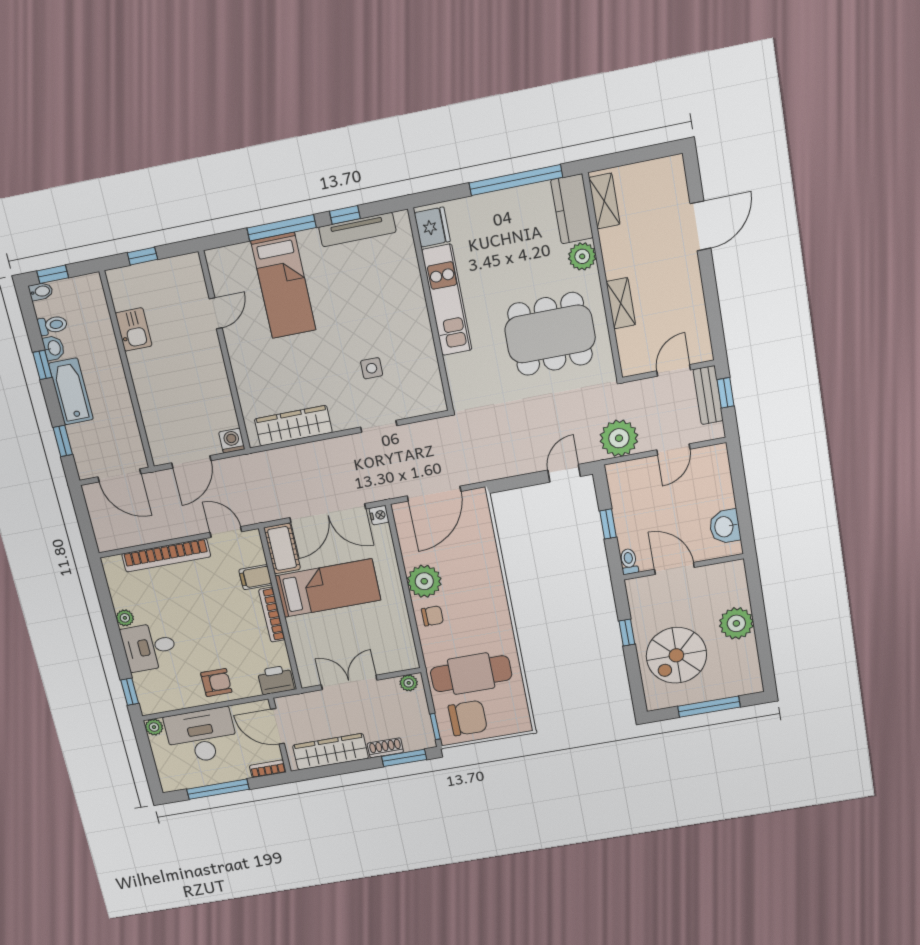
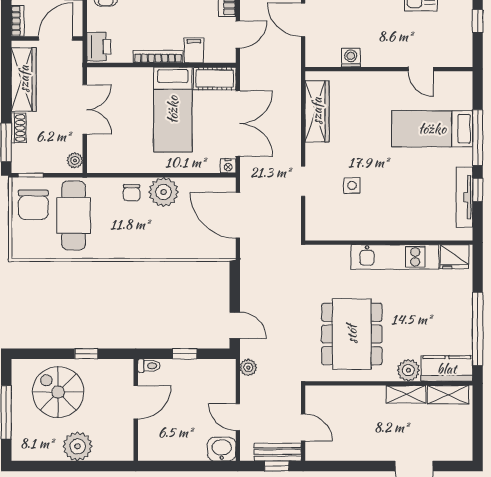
shelving: (621, 303) -> (406, 394), moved
plant: (619, 438) -> (248, 367), width x0.53, depth x0.53
washing machine: (232, 441) -> (351, 58), moved, turned -90
double door: (328, 513) -> (238, 123), swing flipped
washbasin: (725, 527) -> (222, 449), moved

